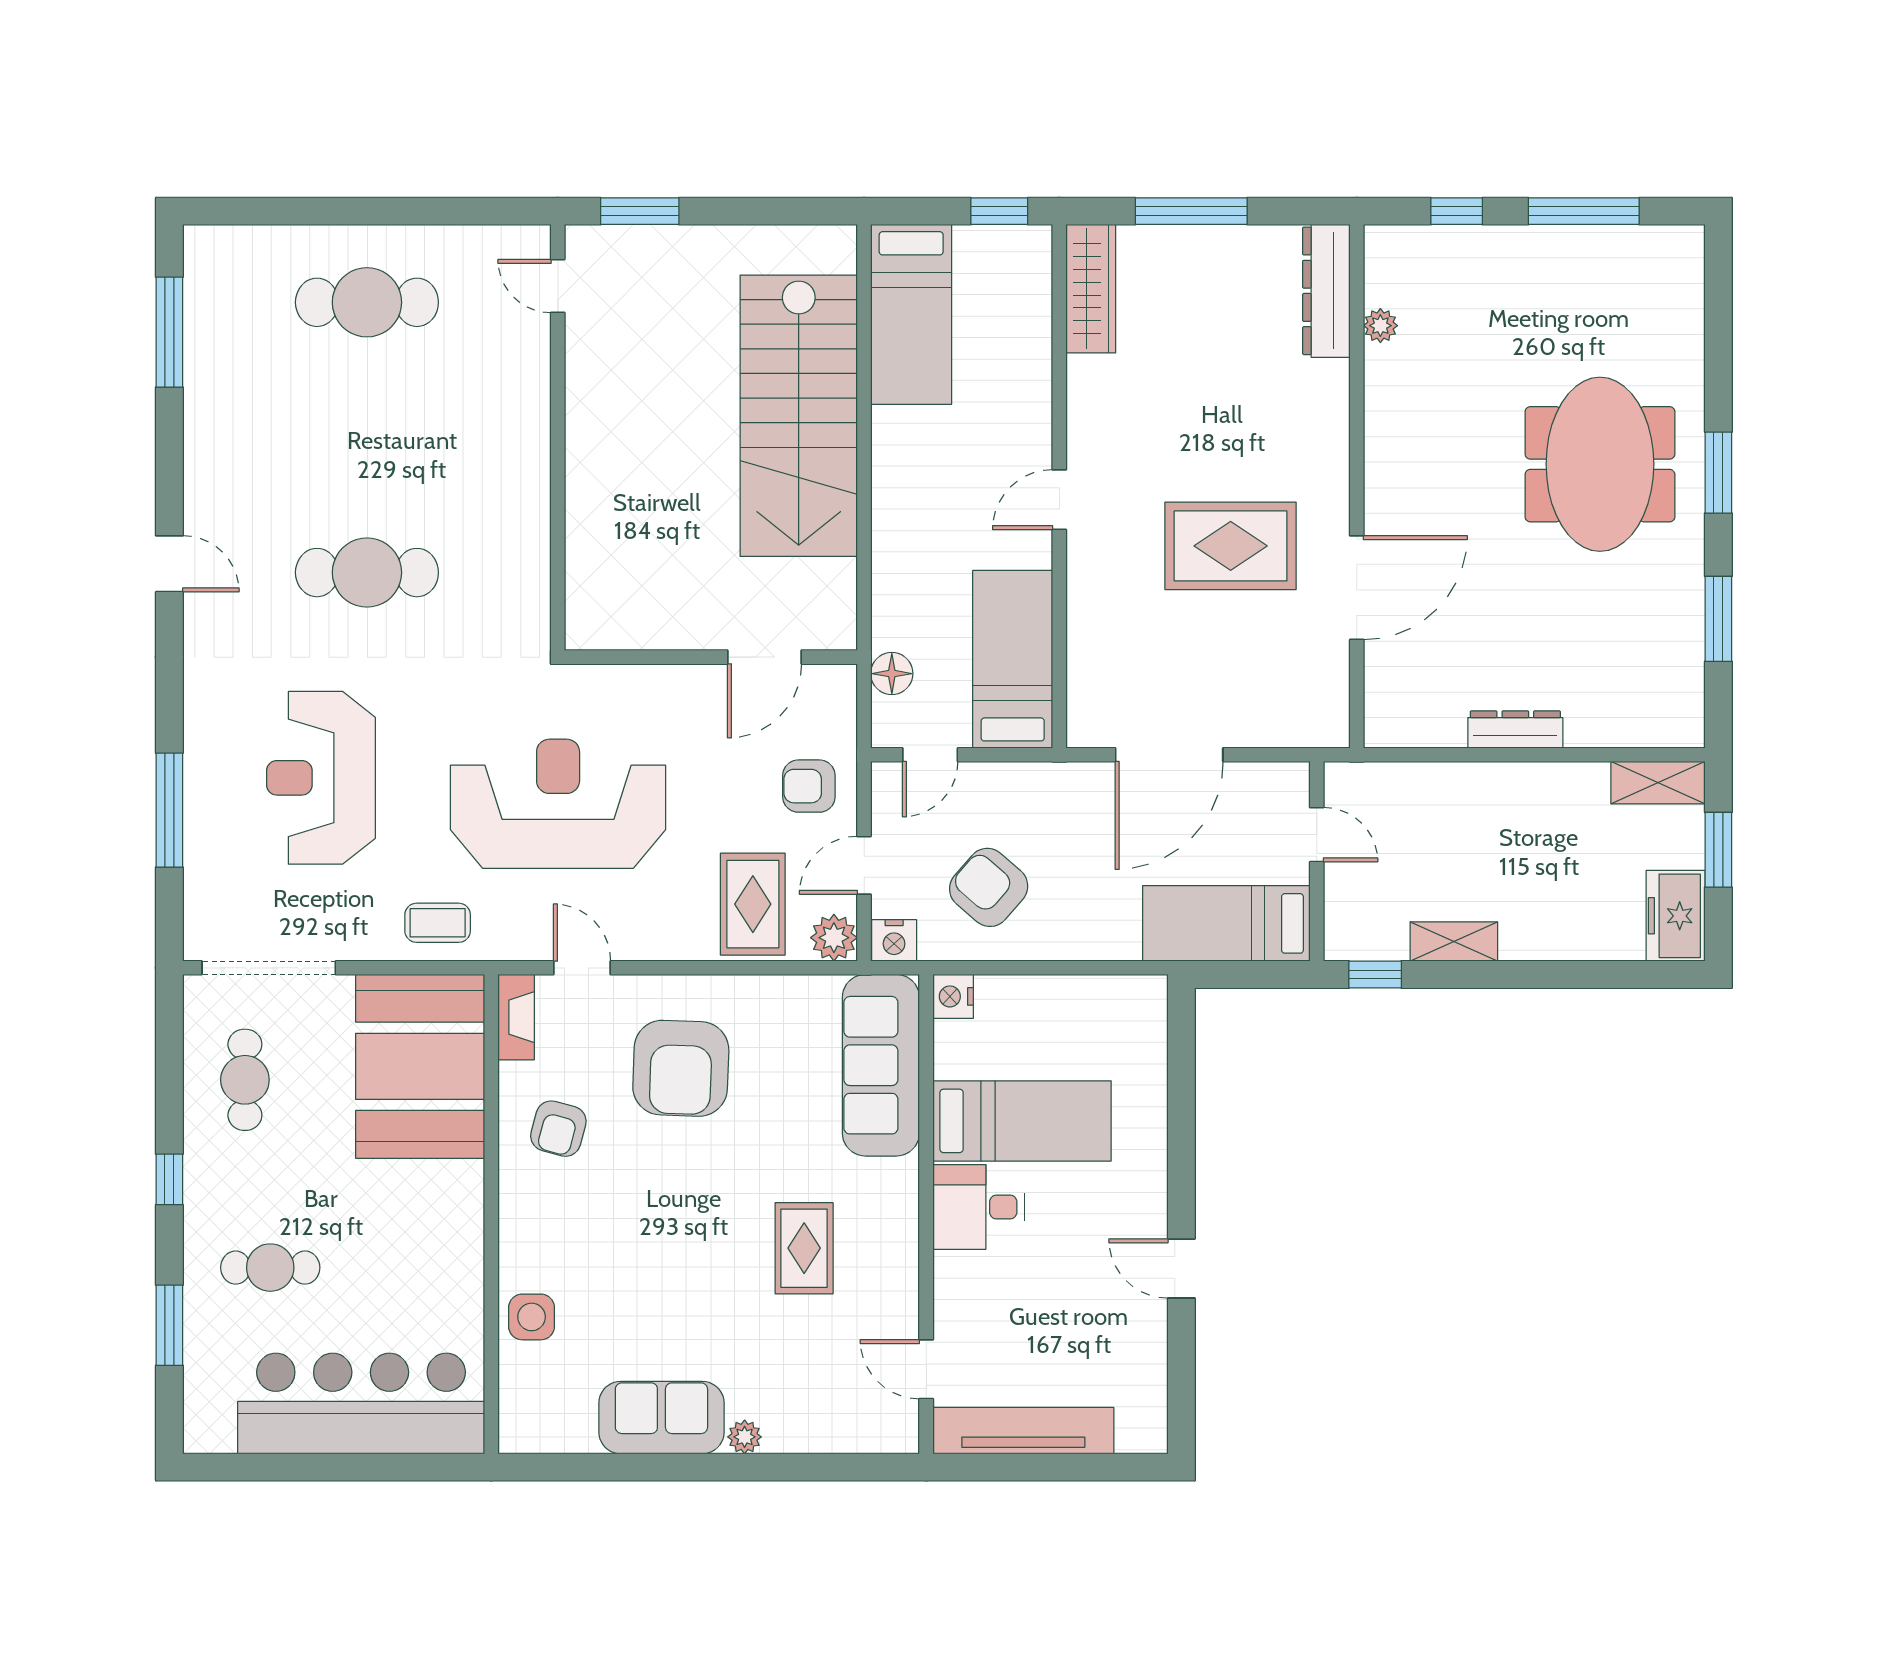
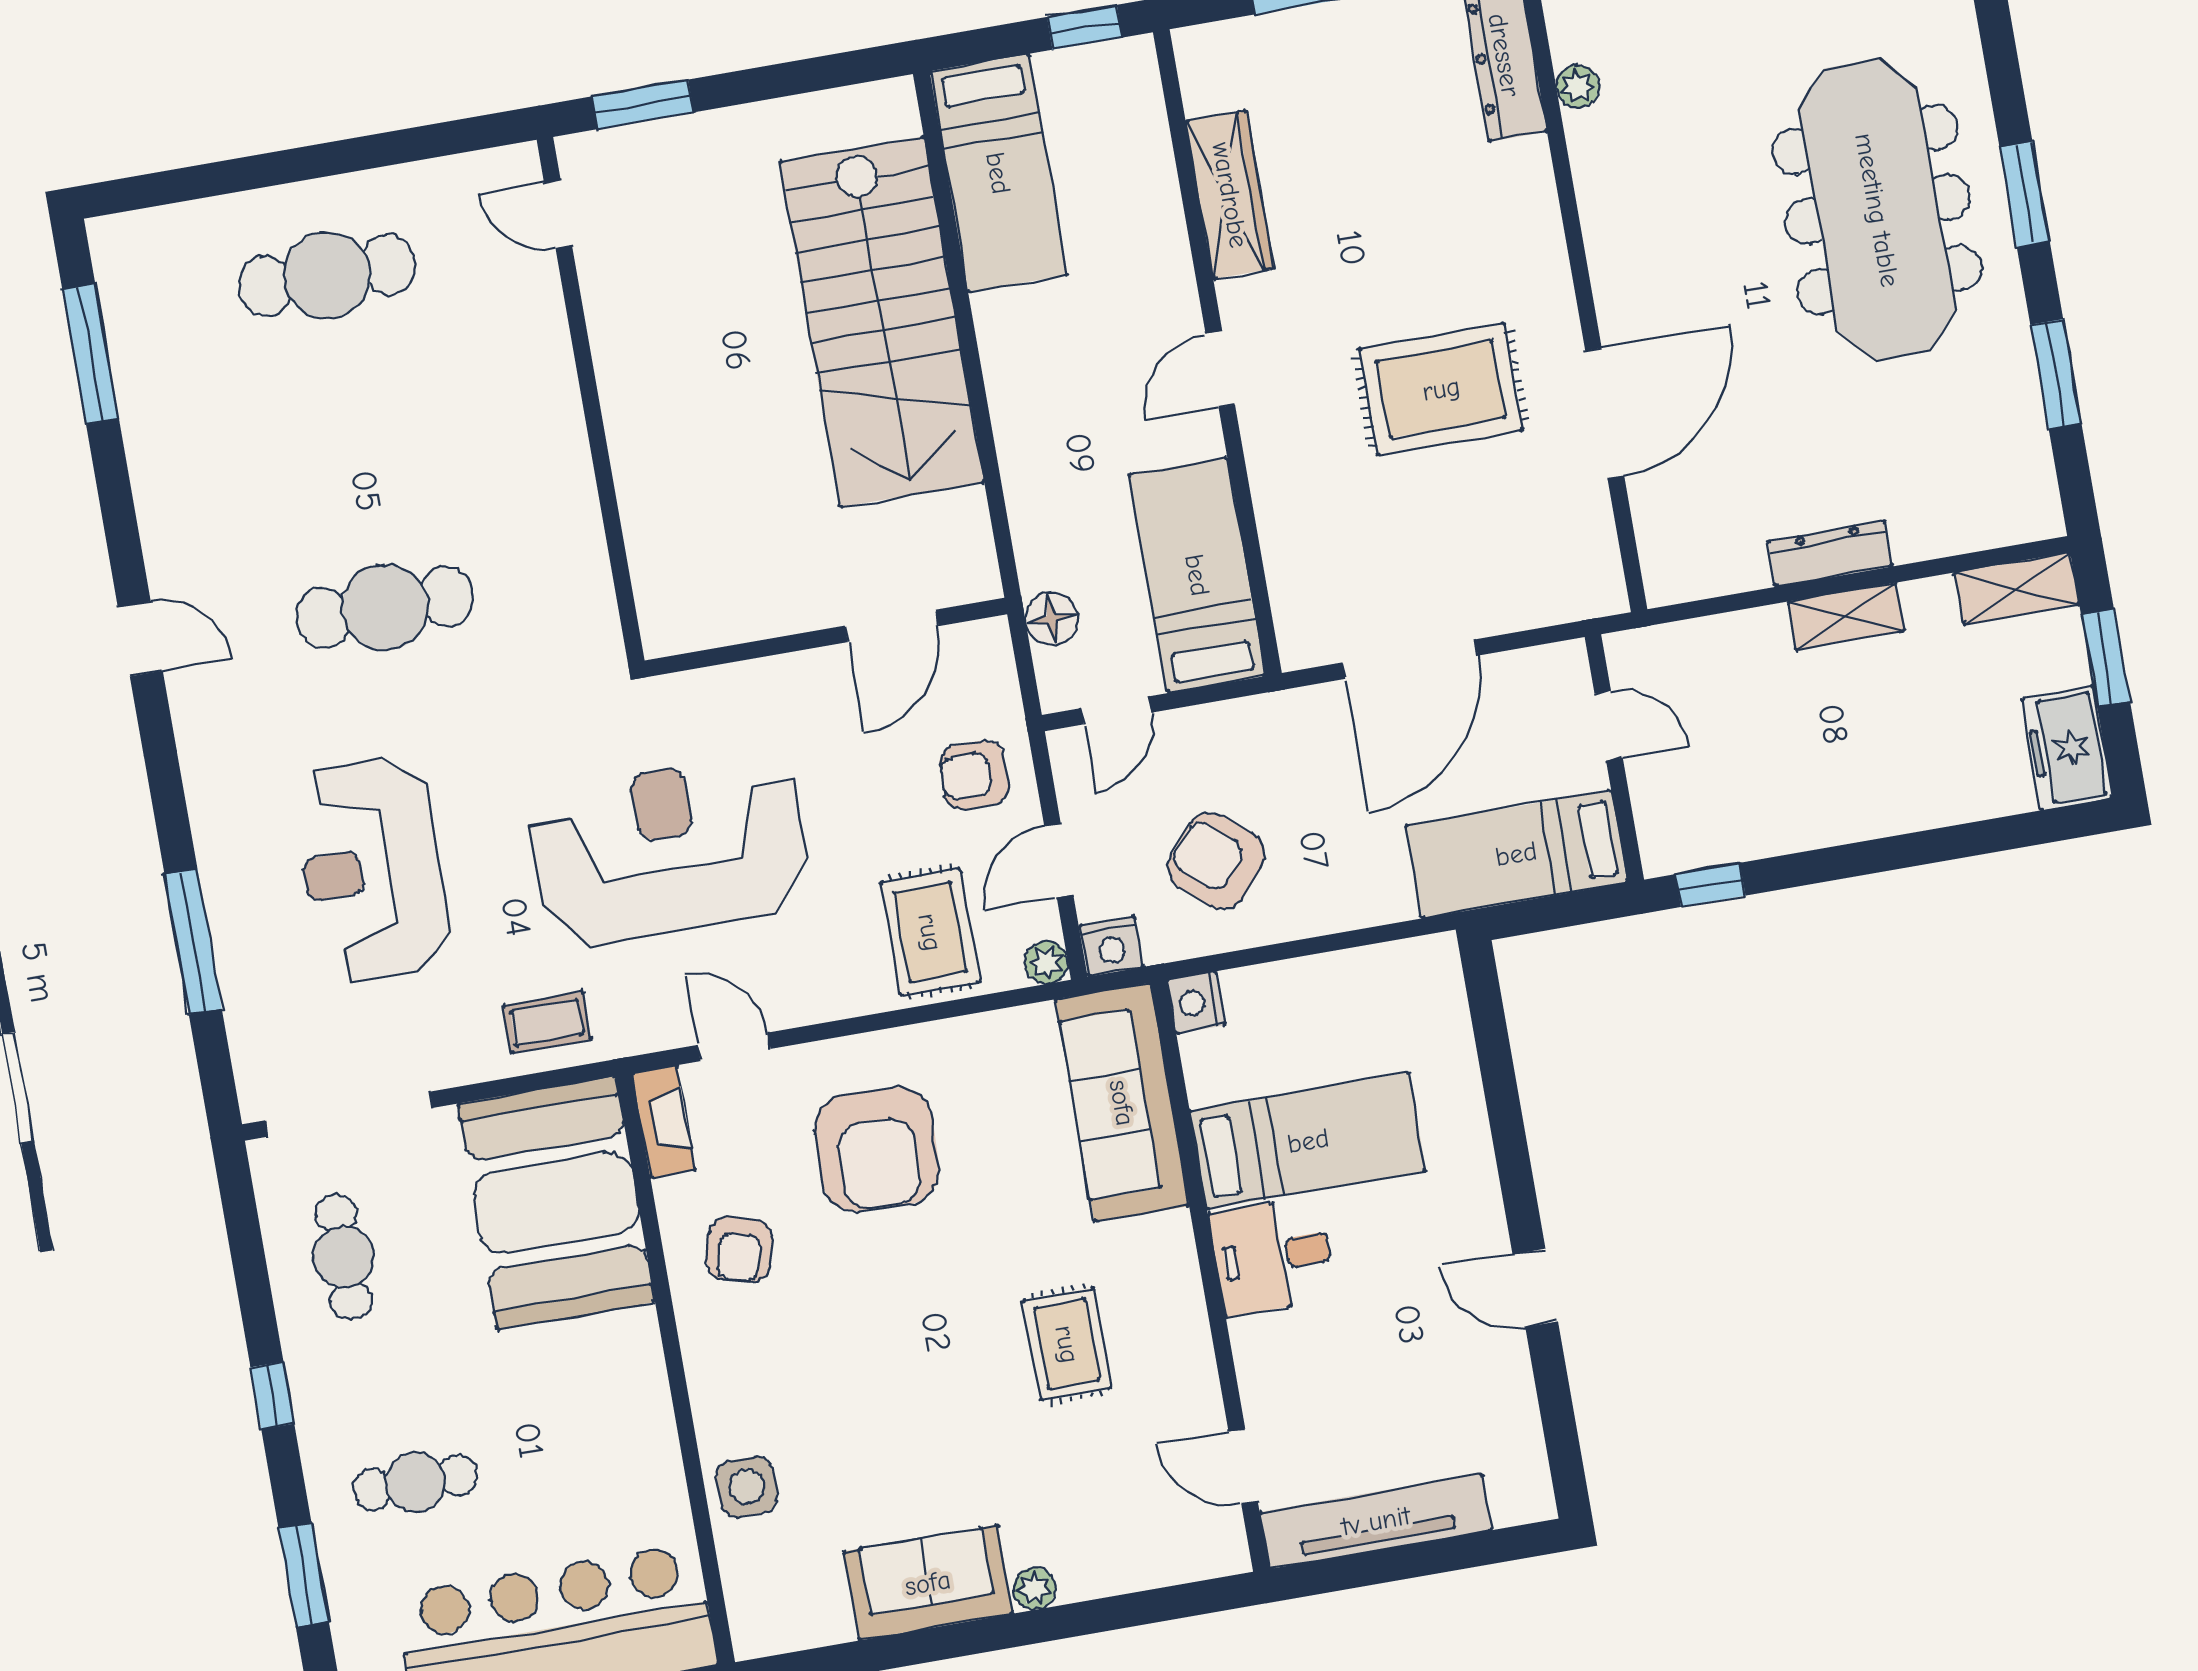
wardrobe: (1091, 289) -> (1230, 195), moved
meeting table: (1600, 464) -> (1877, 210), width x1.36
plant: (834, 938) -> (1046, 962), width x0.73, depth x0.73
shelving: (1454, 941) -> (1846, 616), moved

